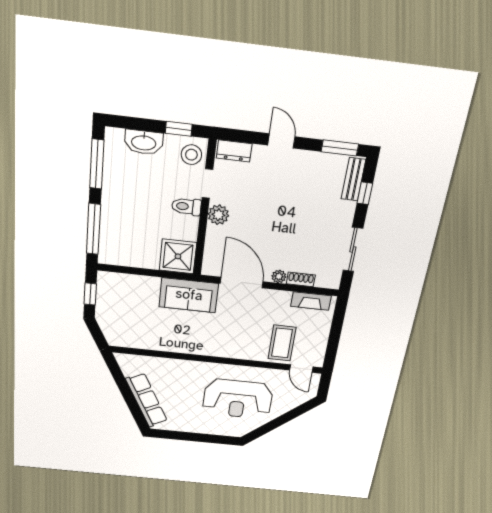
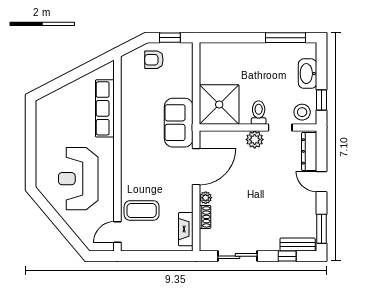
door: (281, 141) -> (321, 182), swing flipped
dresser: (234, 151) -> (309, 151), width x1.44
window: (94, 229) -> (230, 38), removed
shower: (178, 256) -> (219, 105), width x1.37, depth x1.37
armchair: (115, 313) -> (154, 60), added
row of seats: (147, 400) -> (105, 108), moved, turned 117

